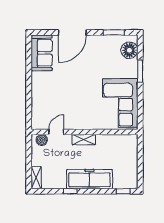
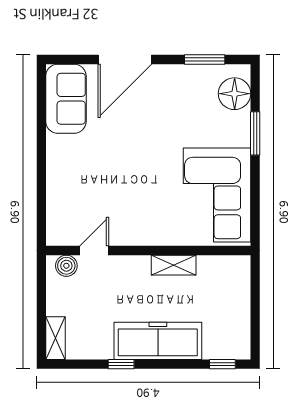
shelving: (84, 140) -> (174, 265), moved

